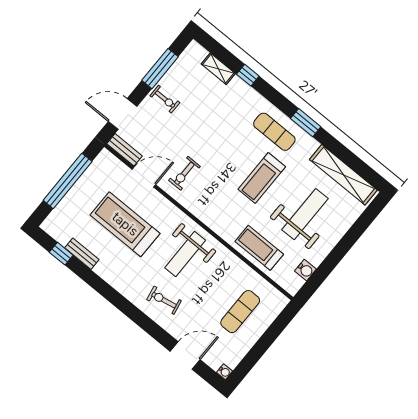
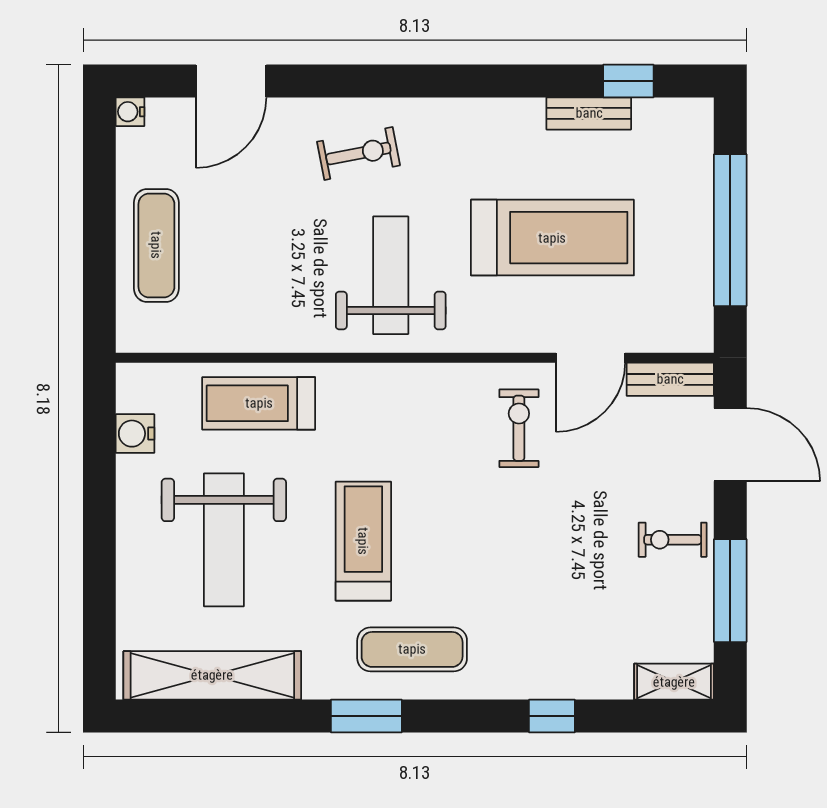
shelving: (218, 69) -> (674, 682), moved
door: (123, 114) -> (730, 445), hinge flipped
treadmill: (259, 248) -> (259, 403), turned 180
exercise mat: (240, 312) -> (156, 245), moved

